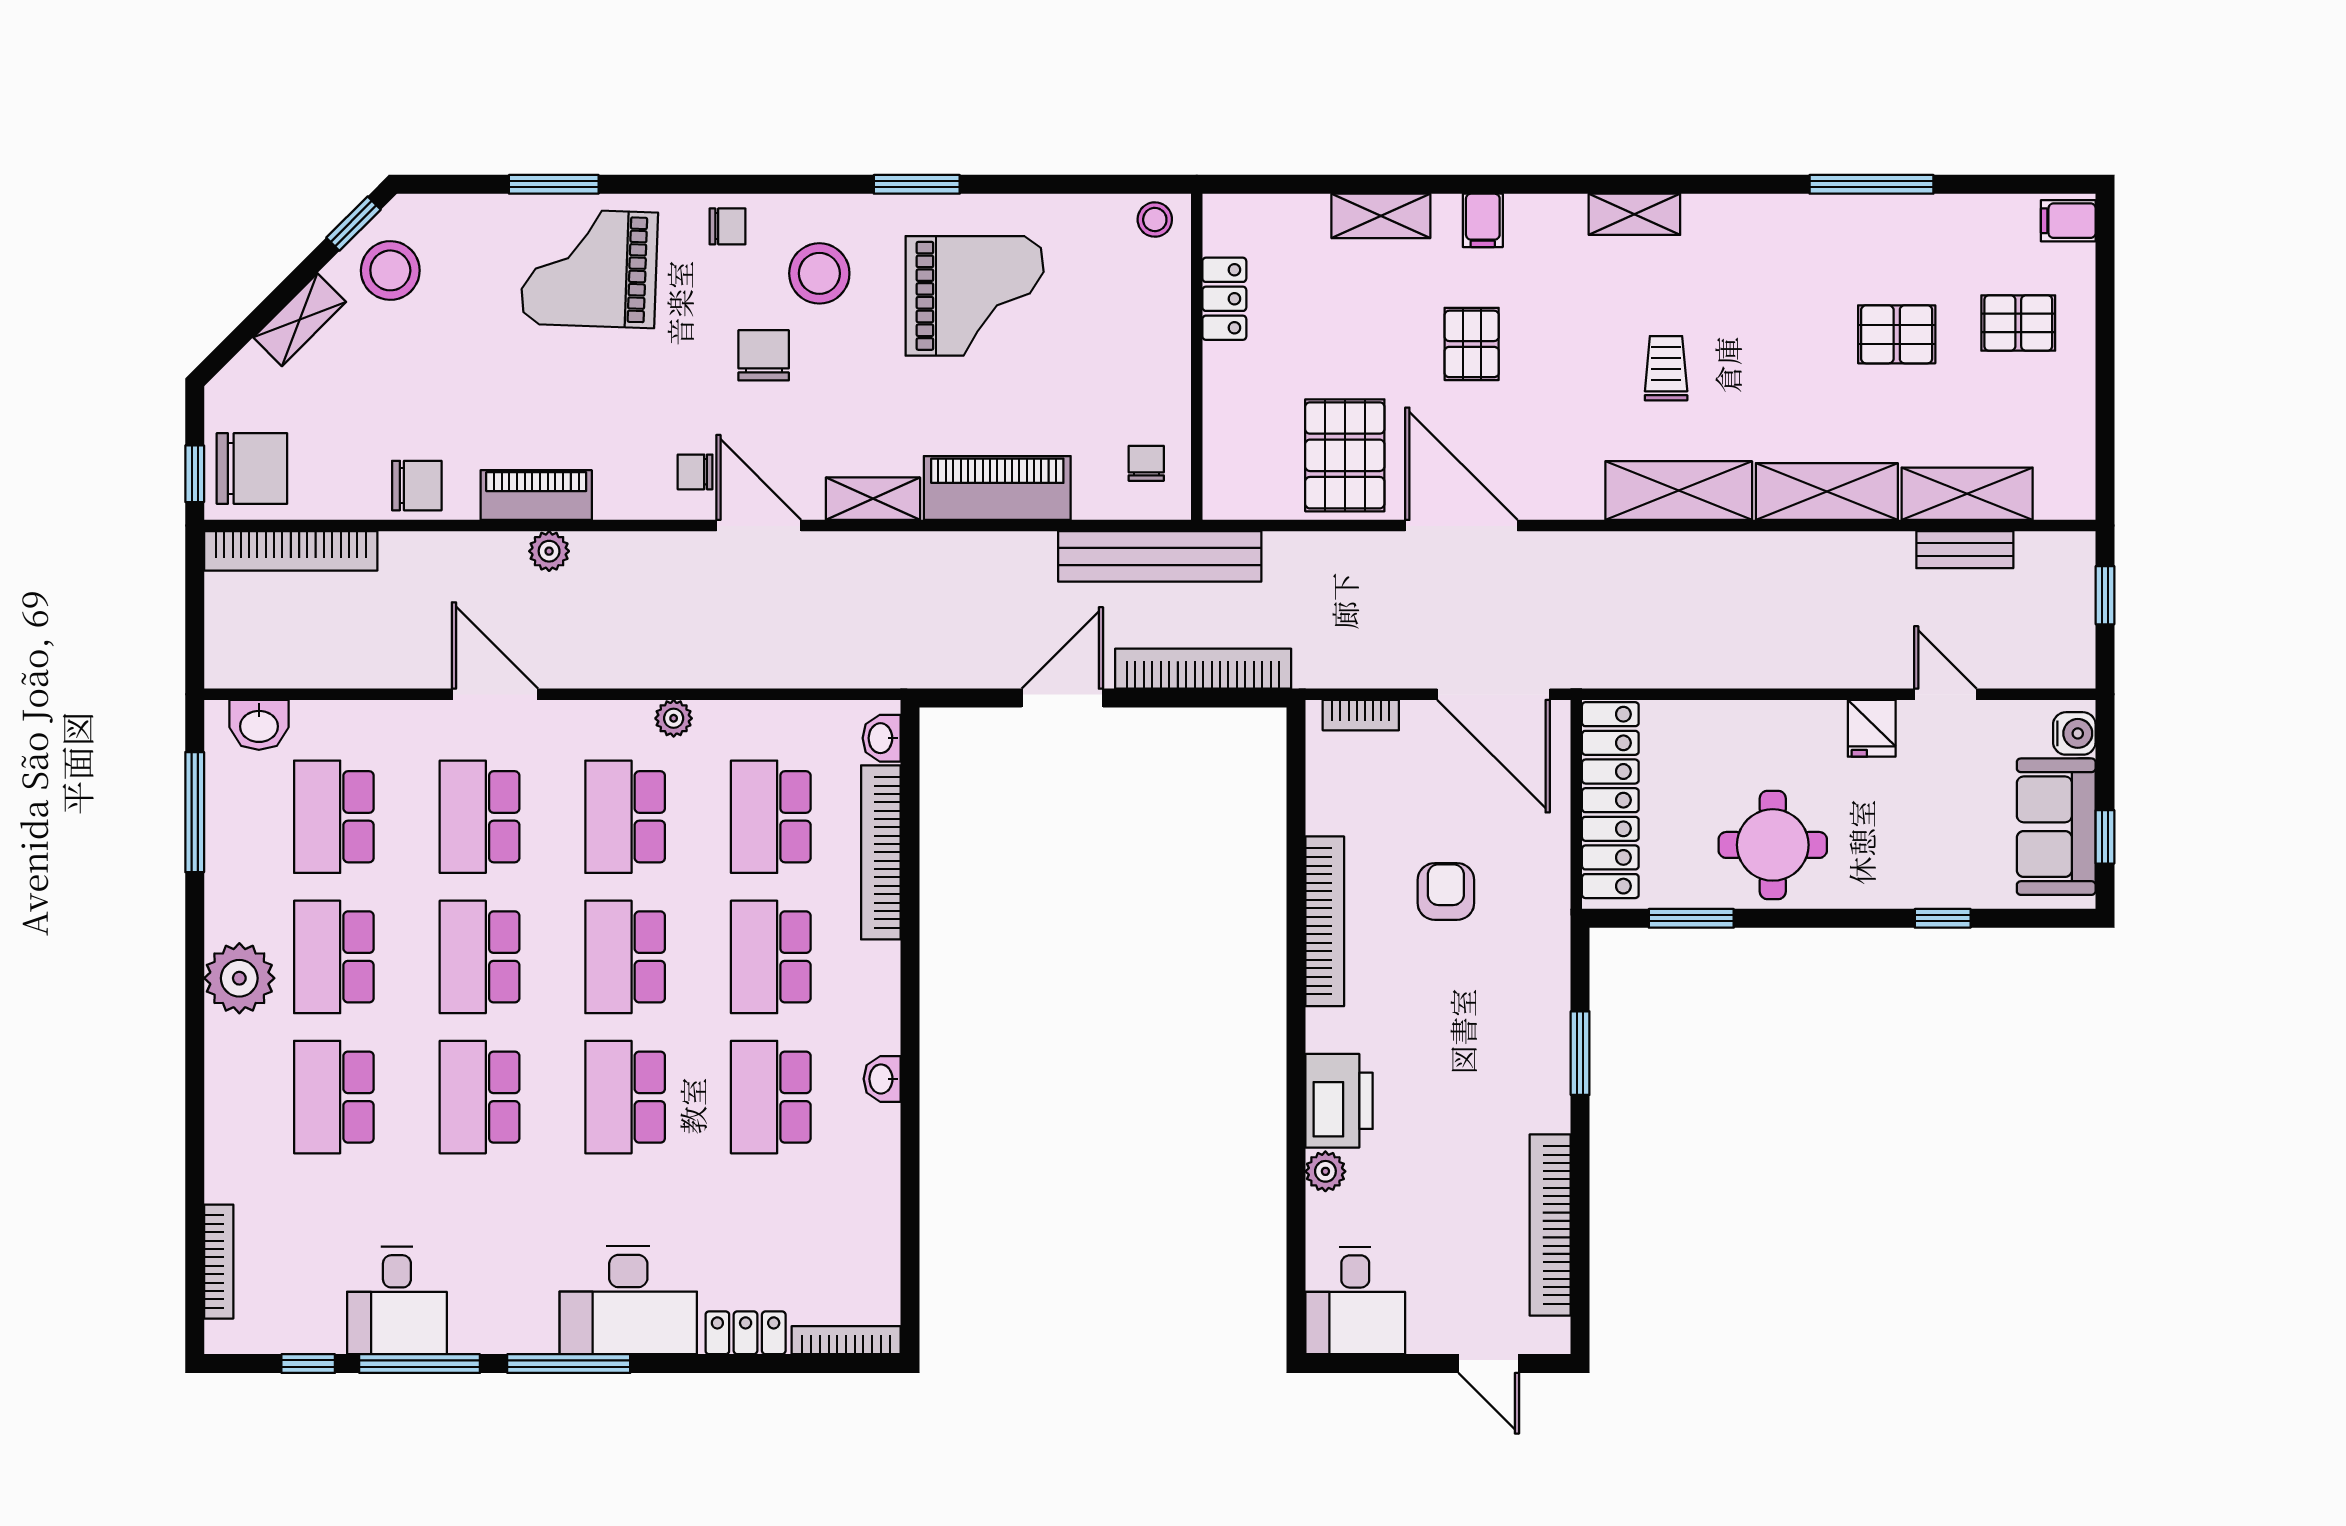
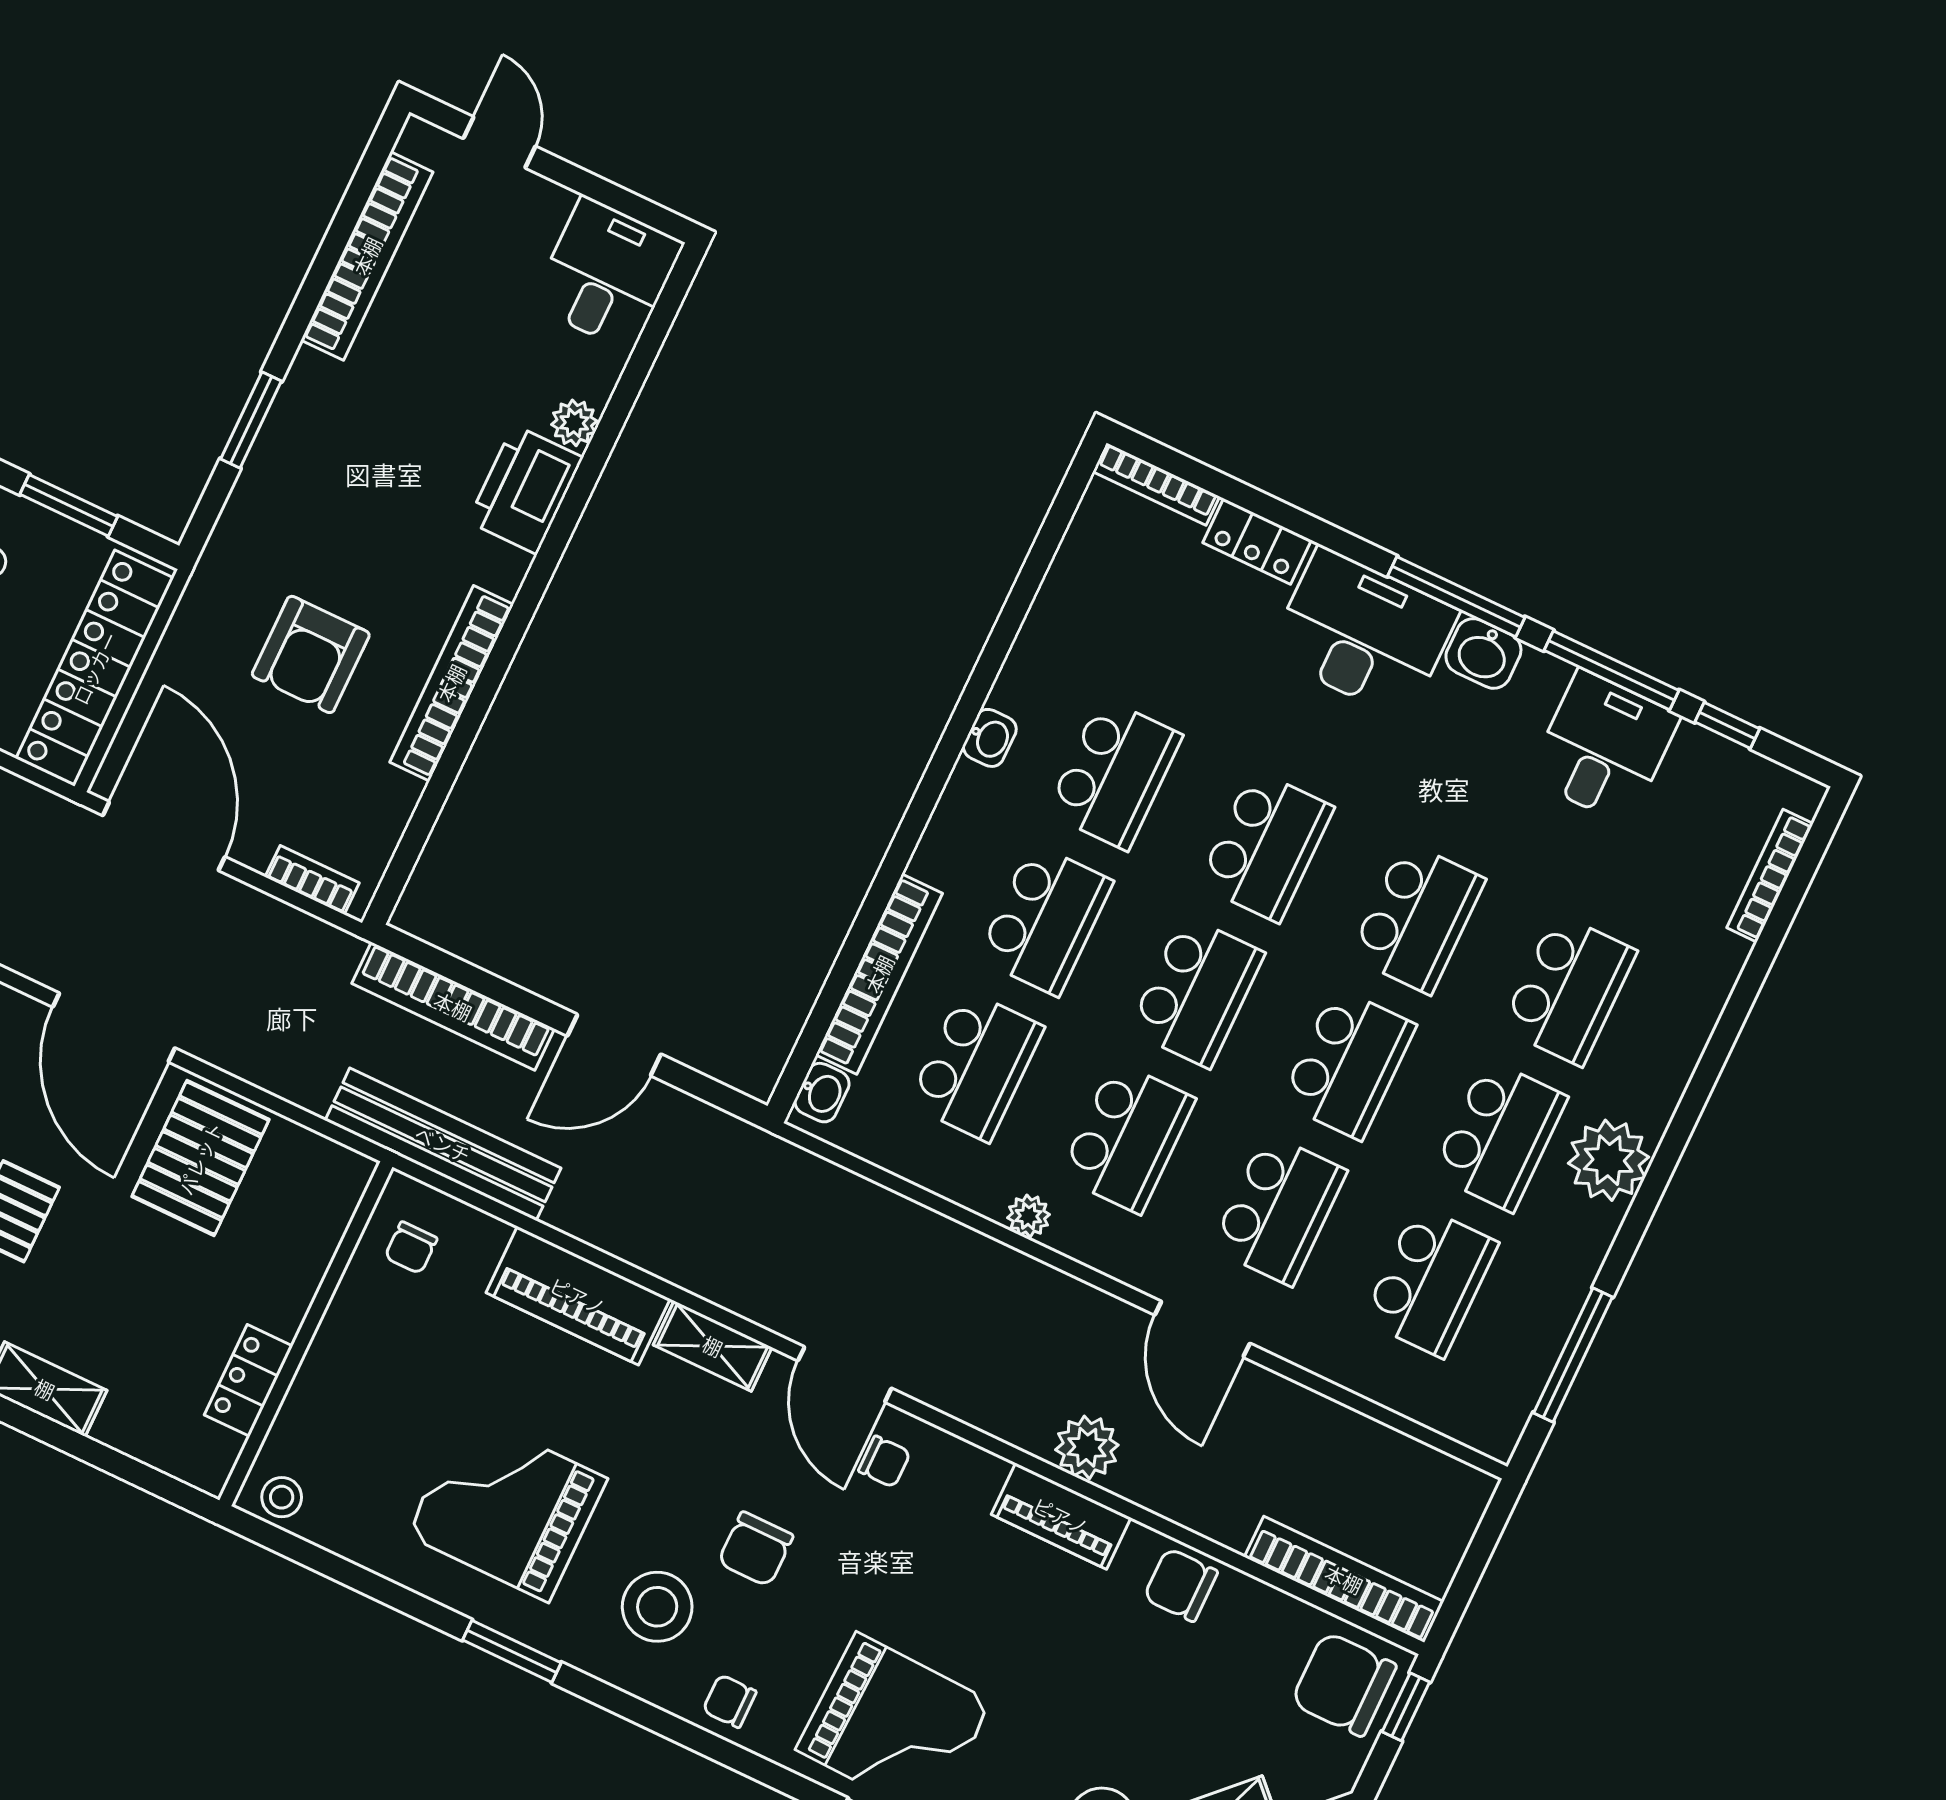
plant: (549, 551) -> (1087, 1447), width x1.38, depth x1.38
washbasin: (259, 725) -> (1483, 653), moved, turned 180
armchair: (1446, 891) -> (311, 654), width x1.38, depth x1.38

